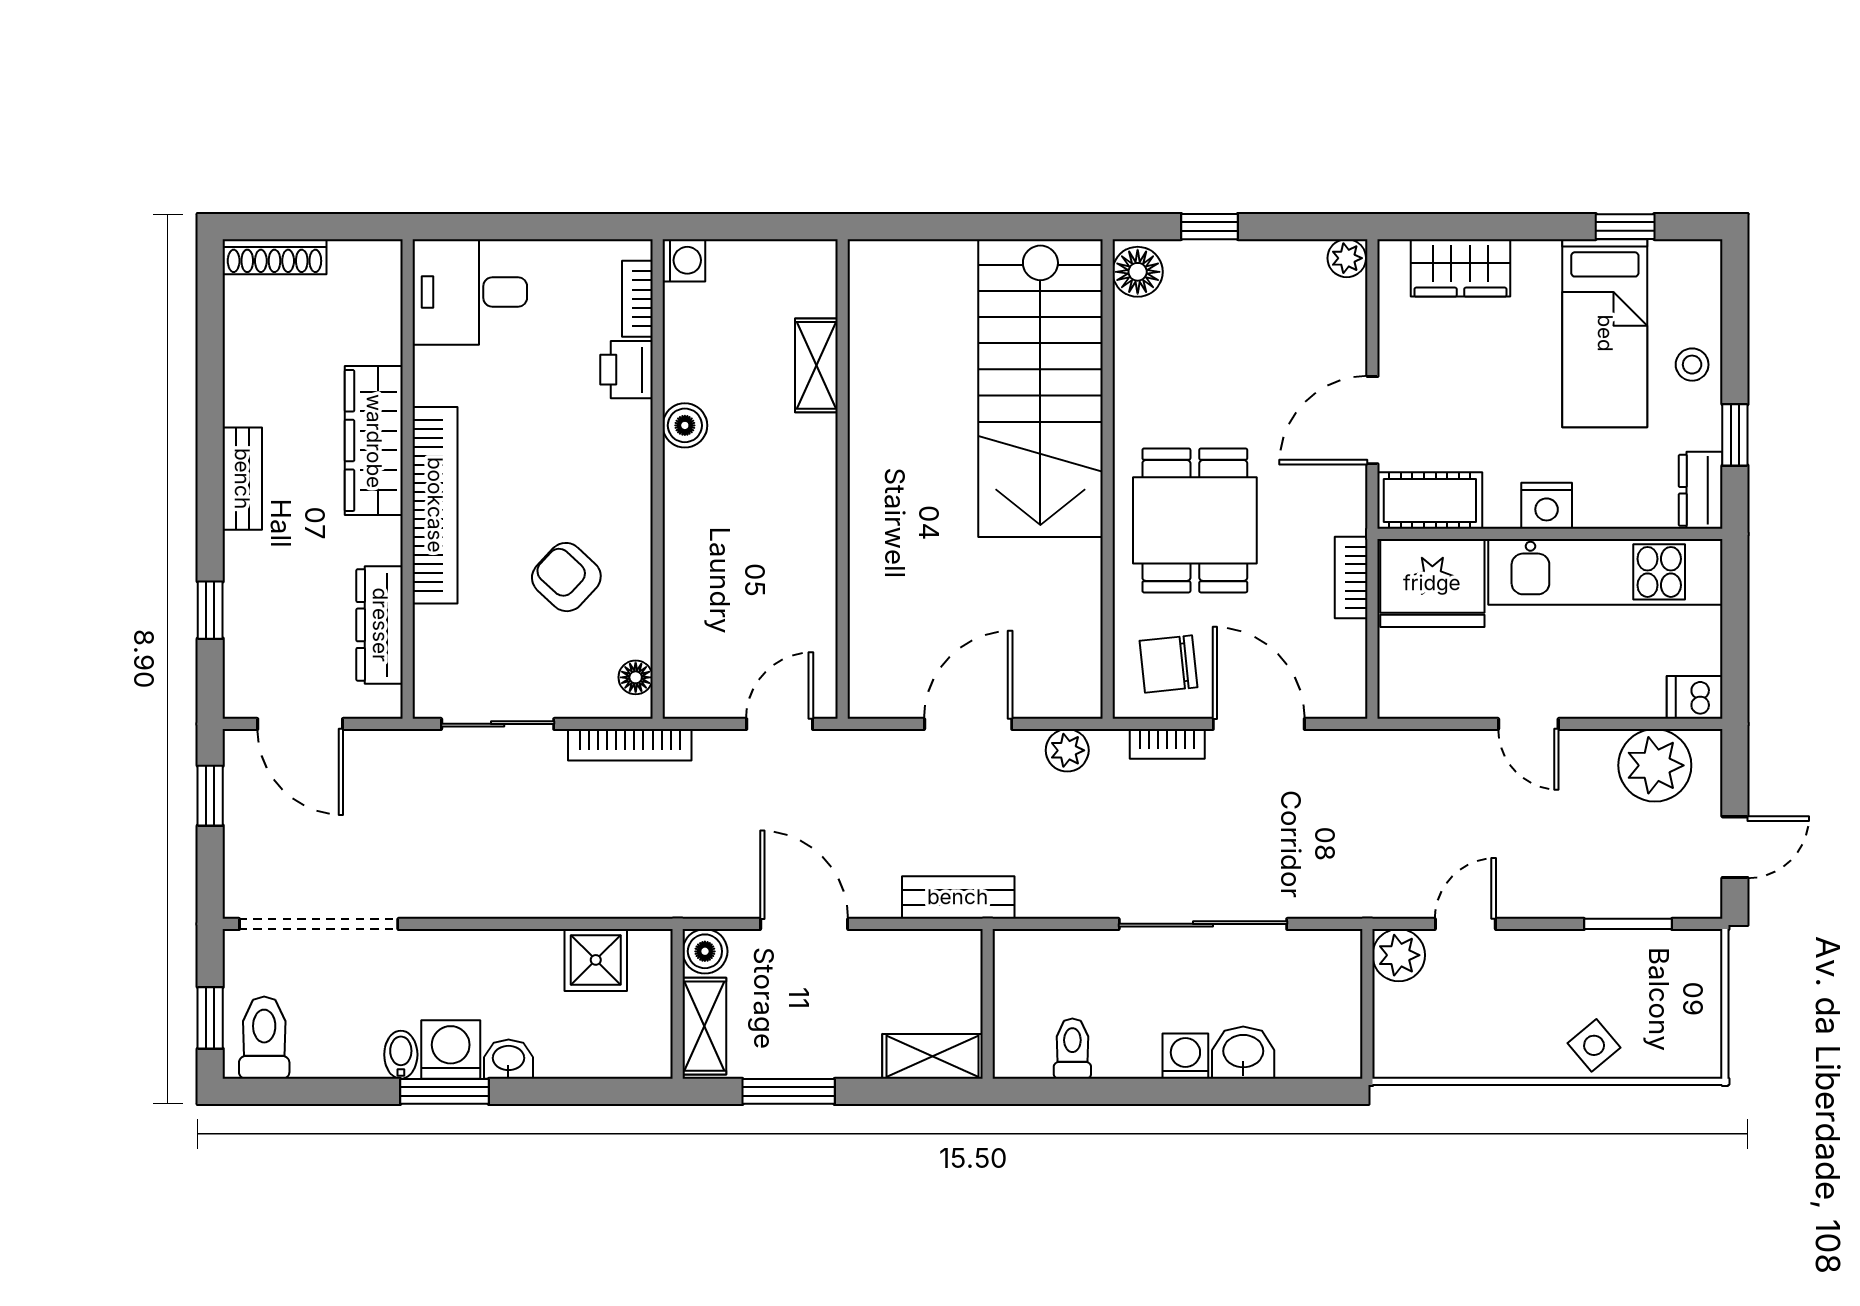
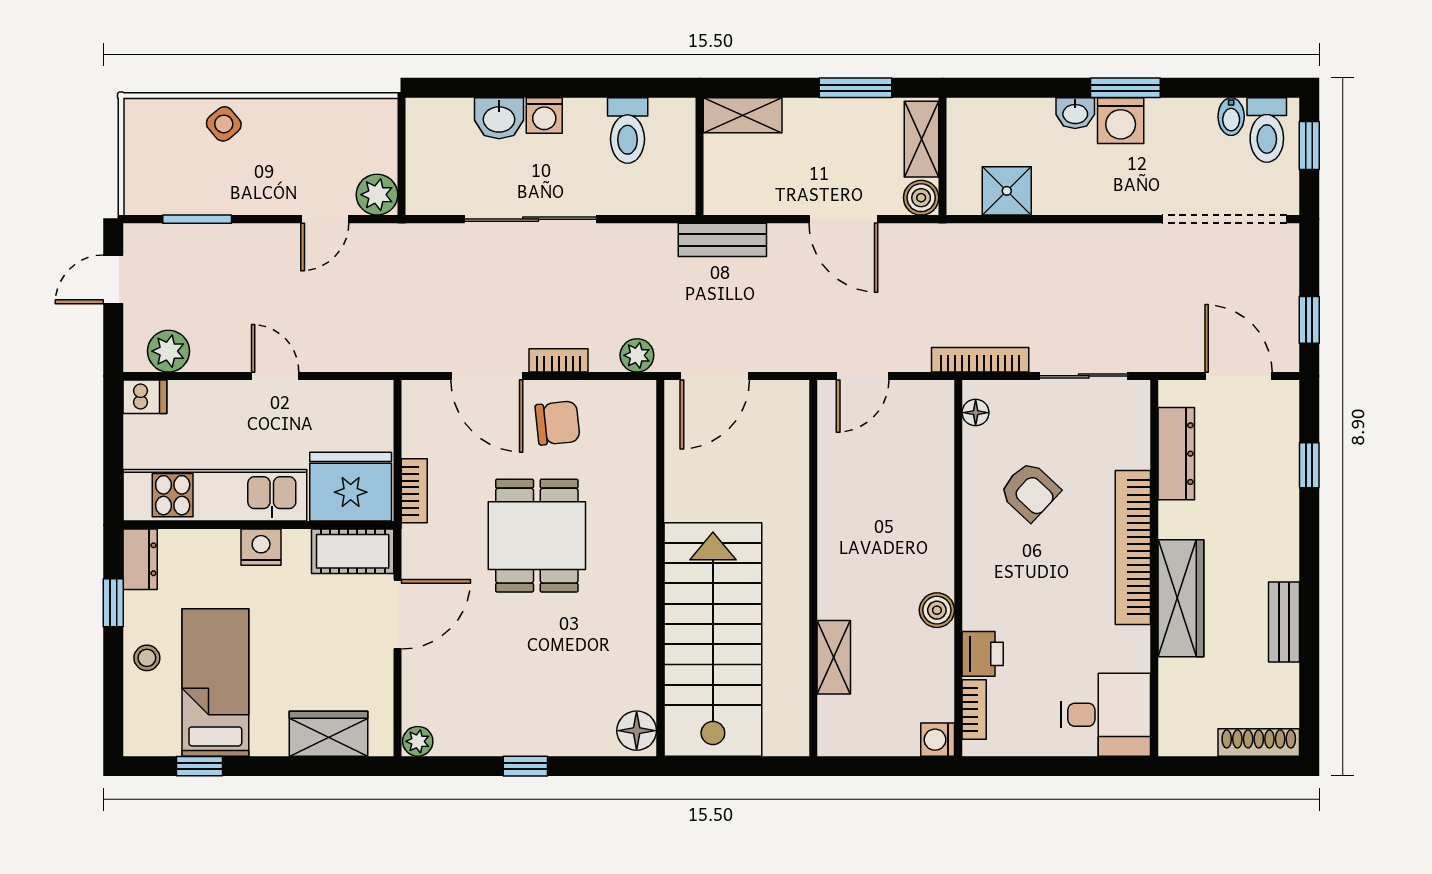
floor lamp: (1138, 272) -> (637, 731), moved
stairs: (1040, 388) -> (713, 639), moved
bench: (242, 479) -> (1284, 622), moved
wall: (1108, 479) -> (660, 568), moved
plant: (1655, 765) -> (168, 351), width x0.73, depth x0.73
toilet: (1072, 1049) -> (628, 131), width x1.37, depth x1.39
bidet: (401, 1055) -> (1231, 117), moved

